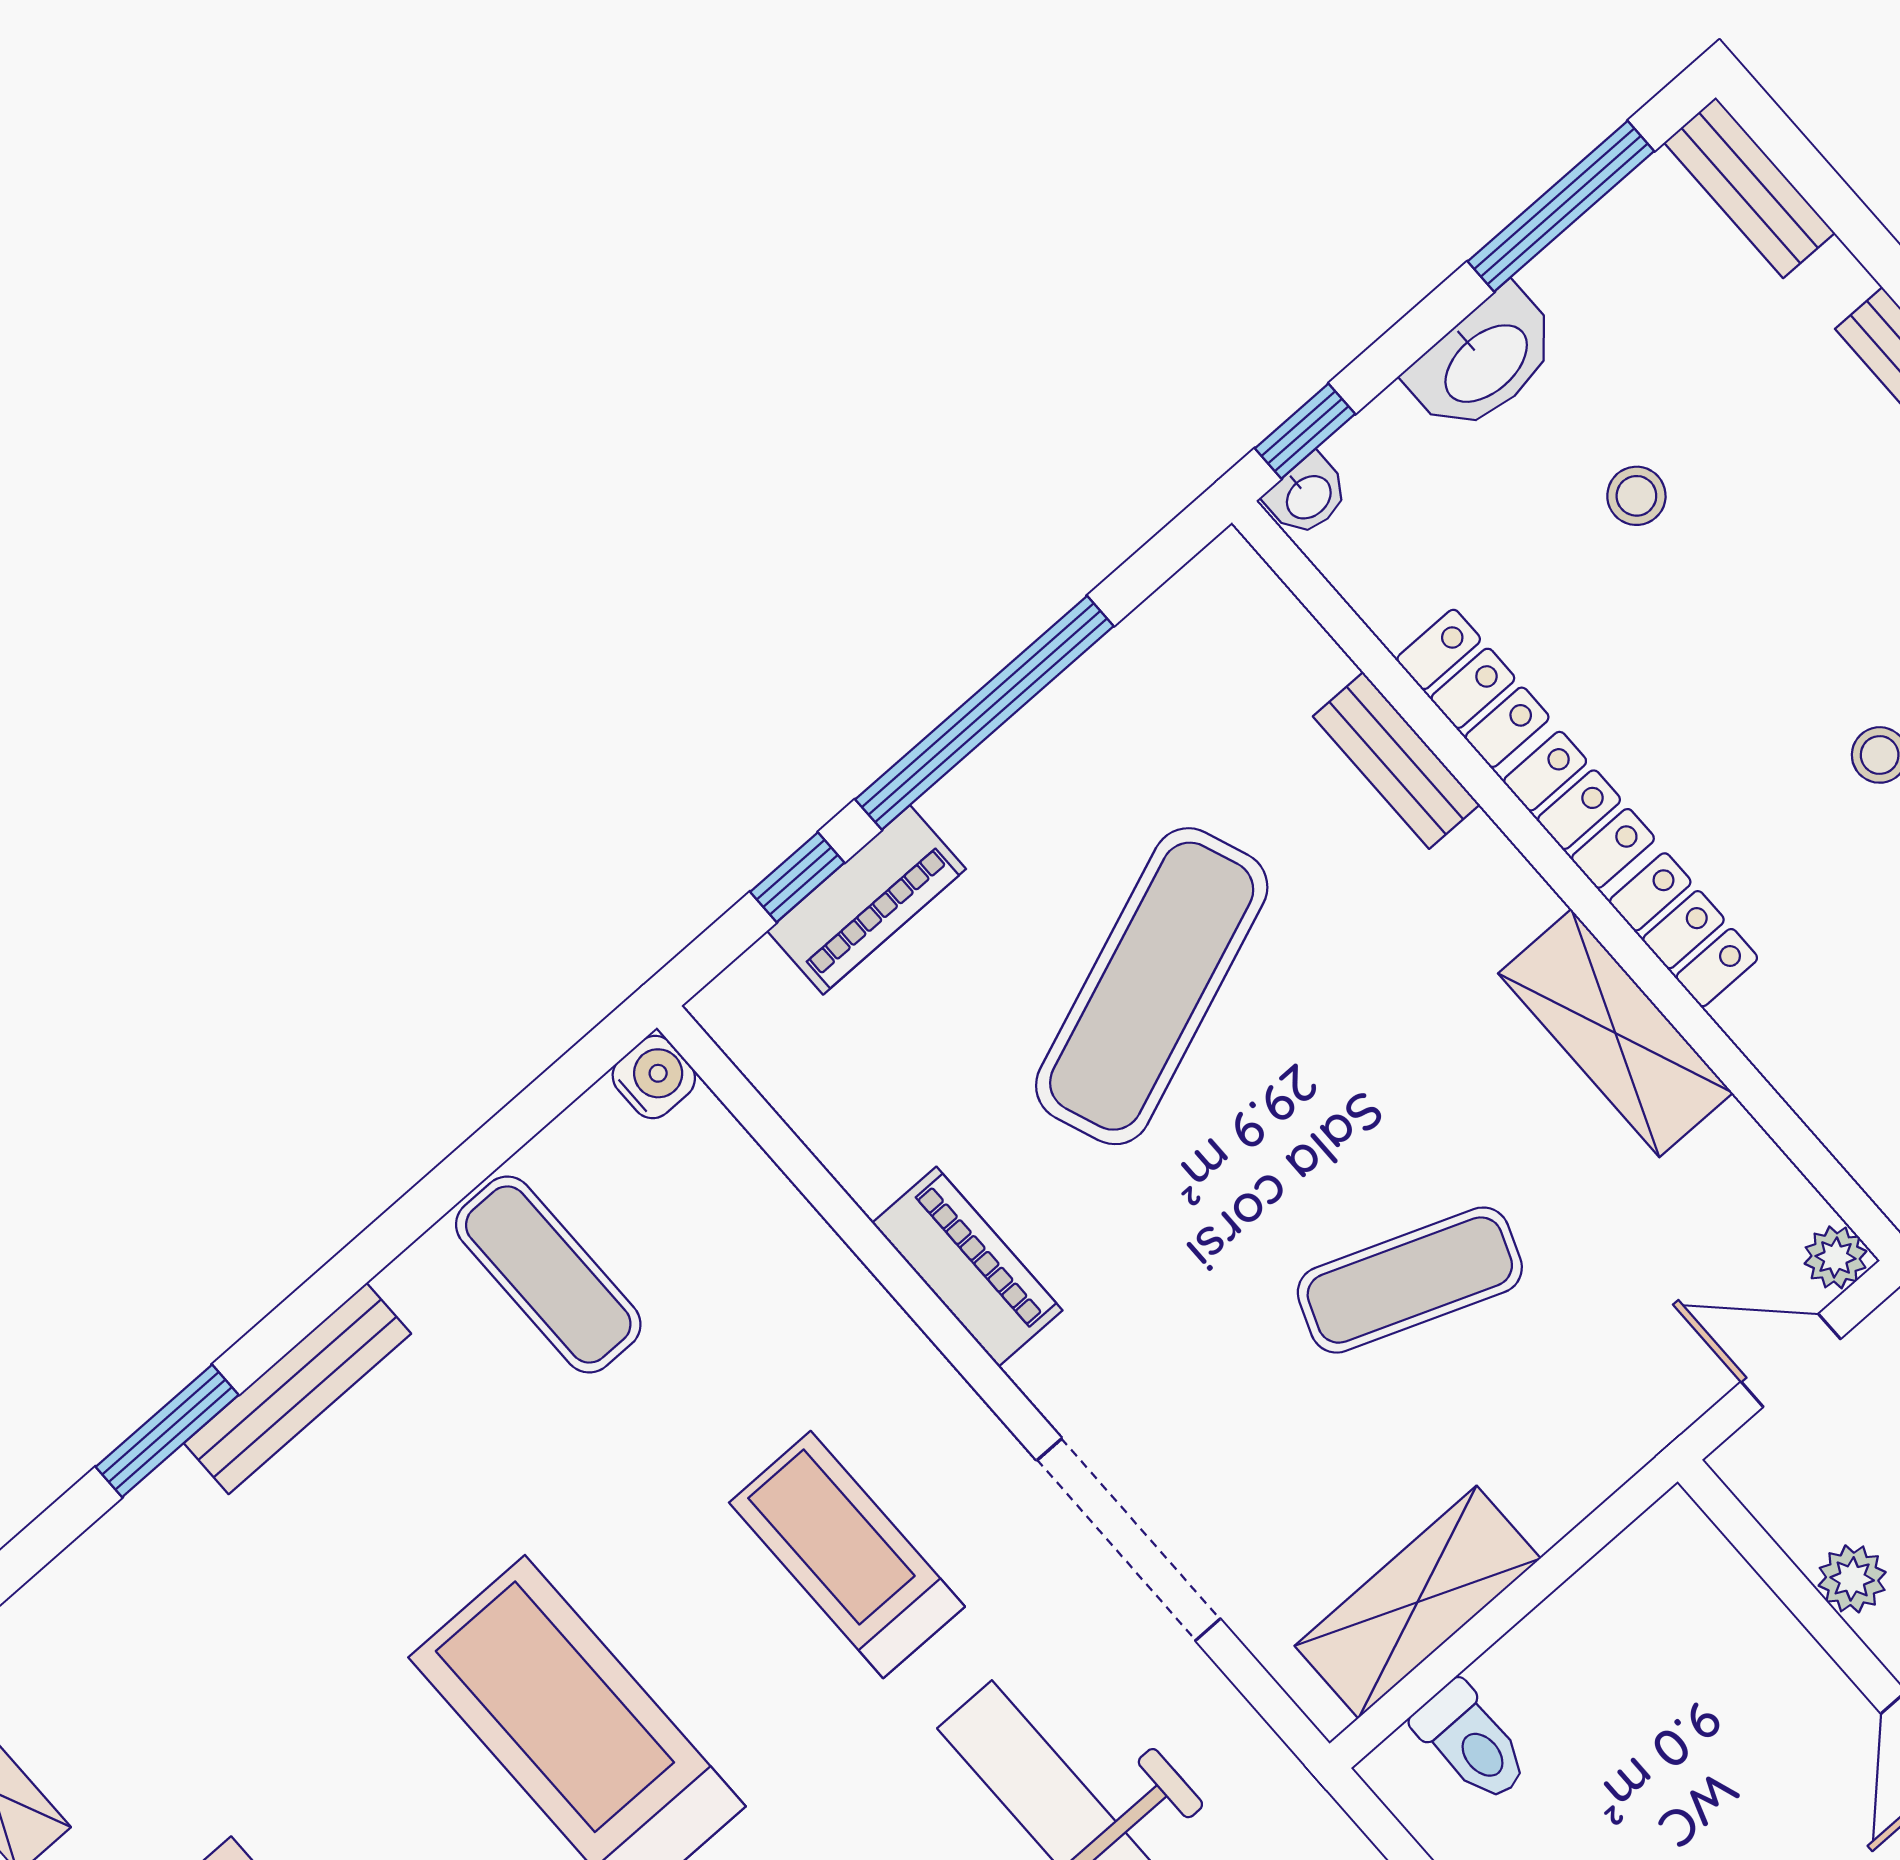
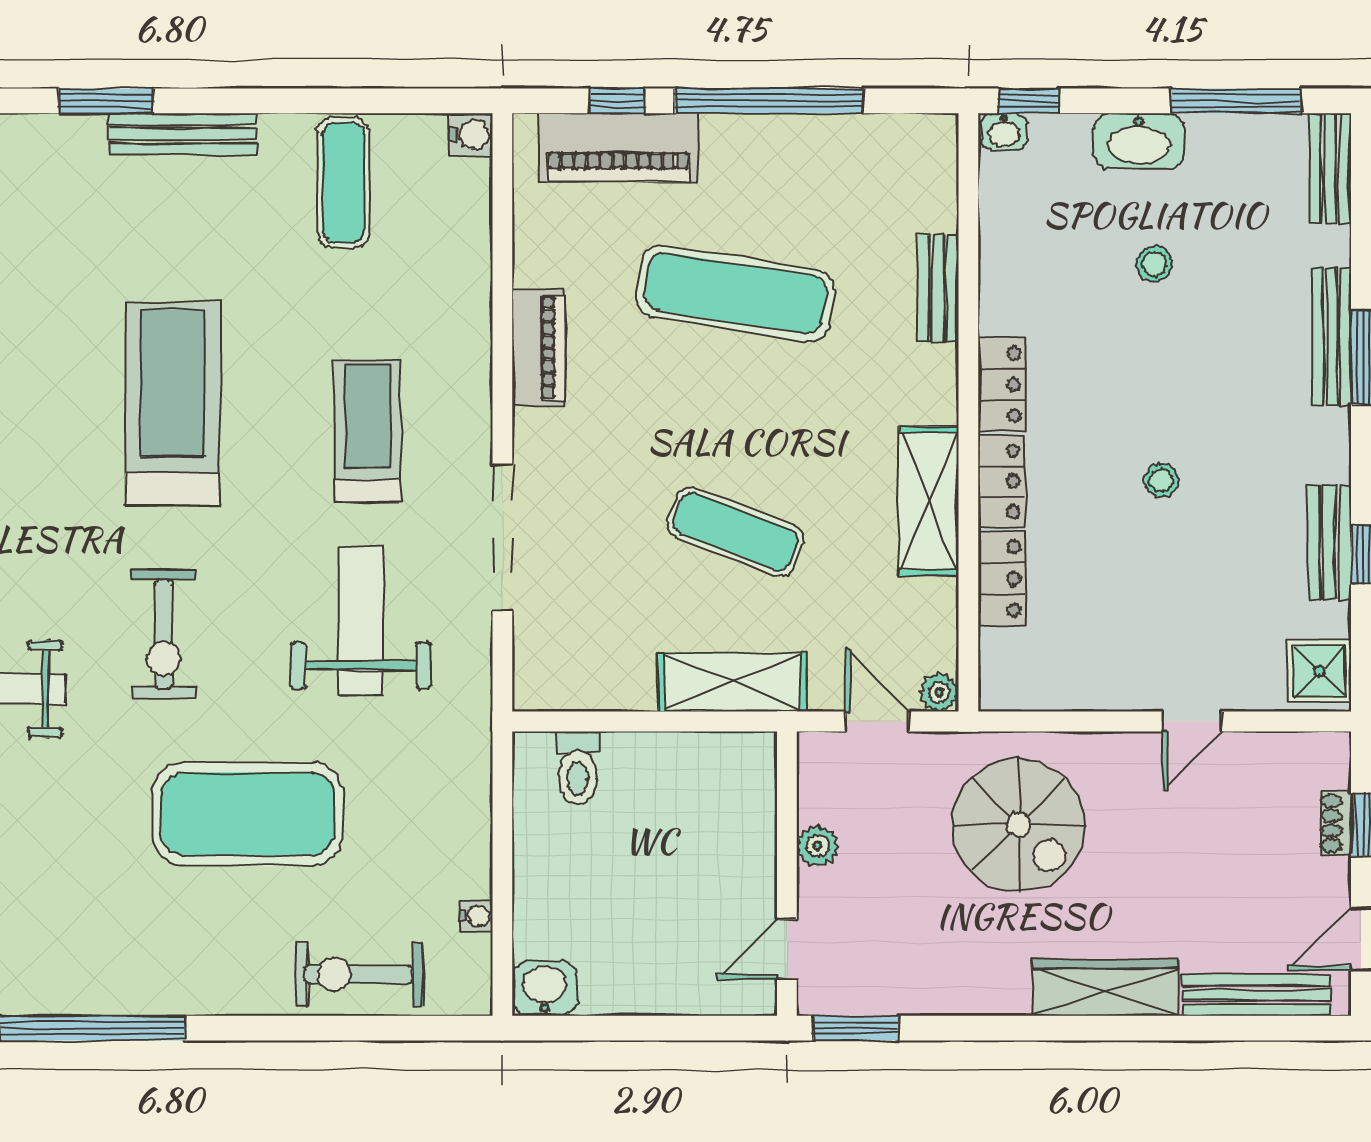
locker: (1473, 688) -> (1002, 579), moved
piano: (867, 900) -> (618, 148), width x1.37, depth x1.33
exercise mat: (1152, 986) -> (735, 293), turned 30
shelving: (1418, 1602) -> (732, 682), moved

